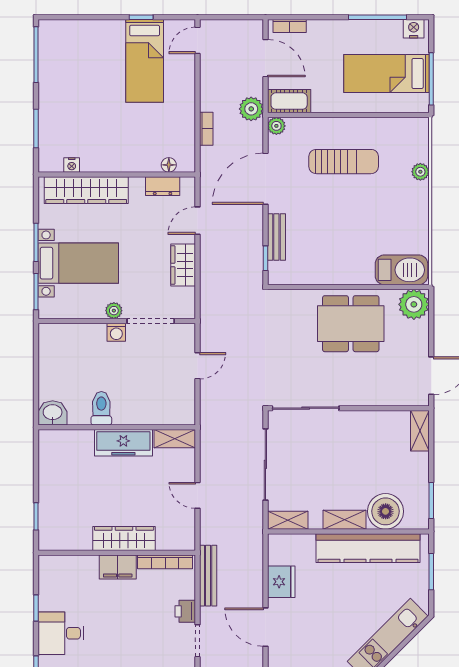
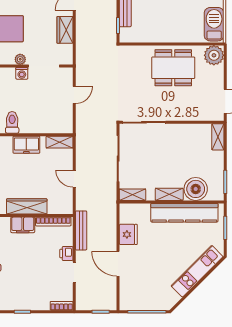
barbecue: (401, 270) -> (214, 24), moved, turned -90
freezer: (123, 443) -> (26, 145), width x0.71

